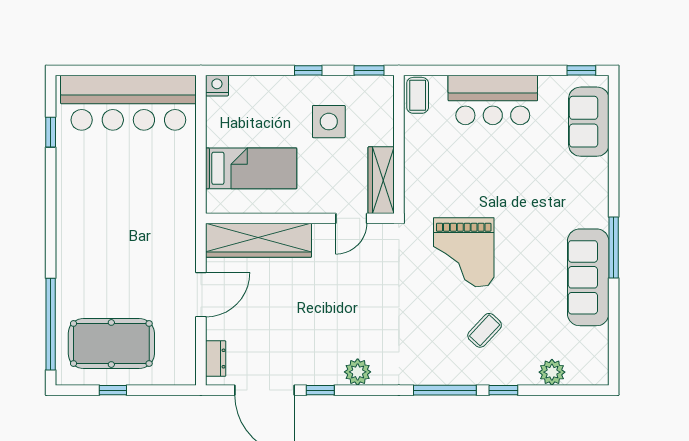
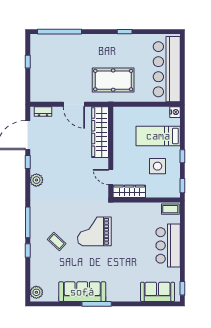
window: (51, 132) -> (125, 32), moved
bed: (251, 168) -> (158, 136), moved, turned 90
pool table: (111, 343) -> (113, 80), moved, turned 90
plant: (552, 372) -> (36, 292), moved

